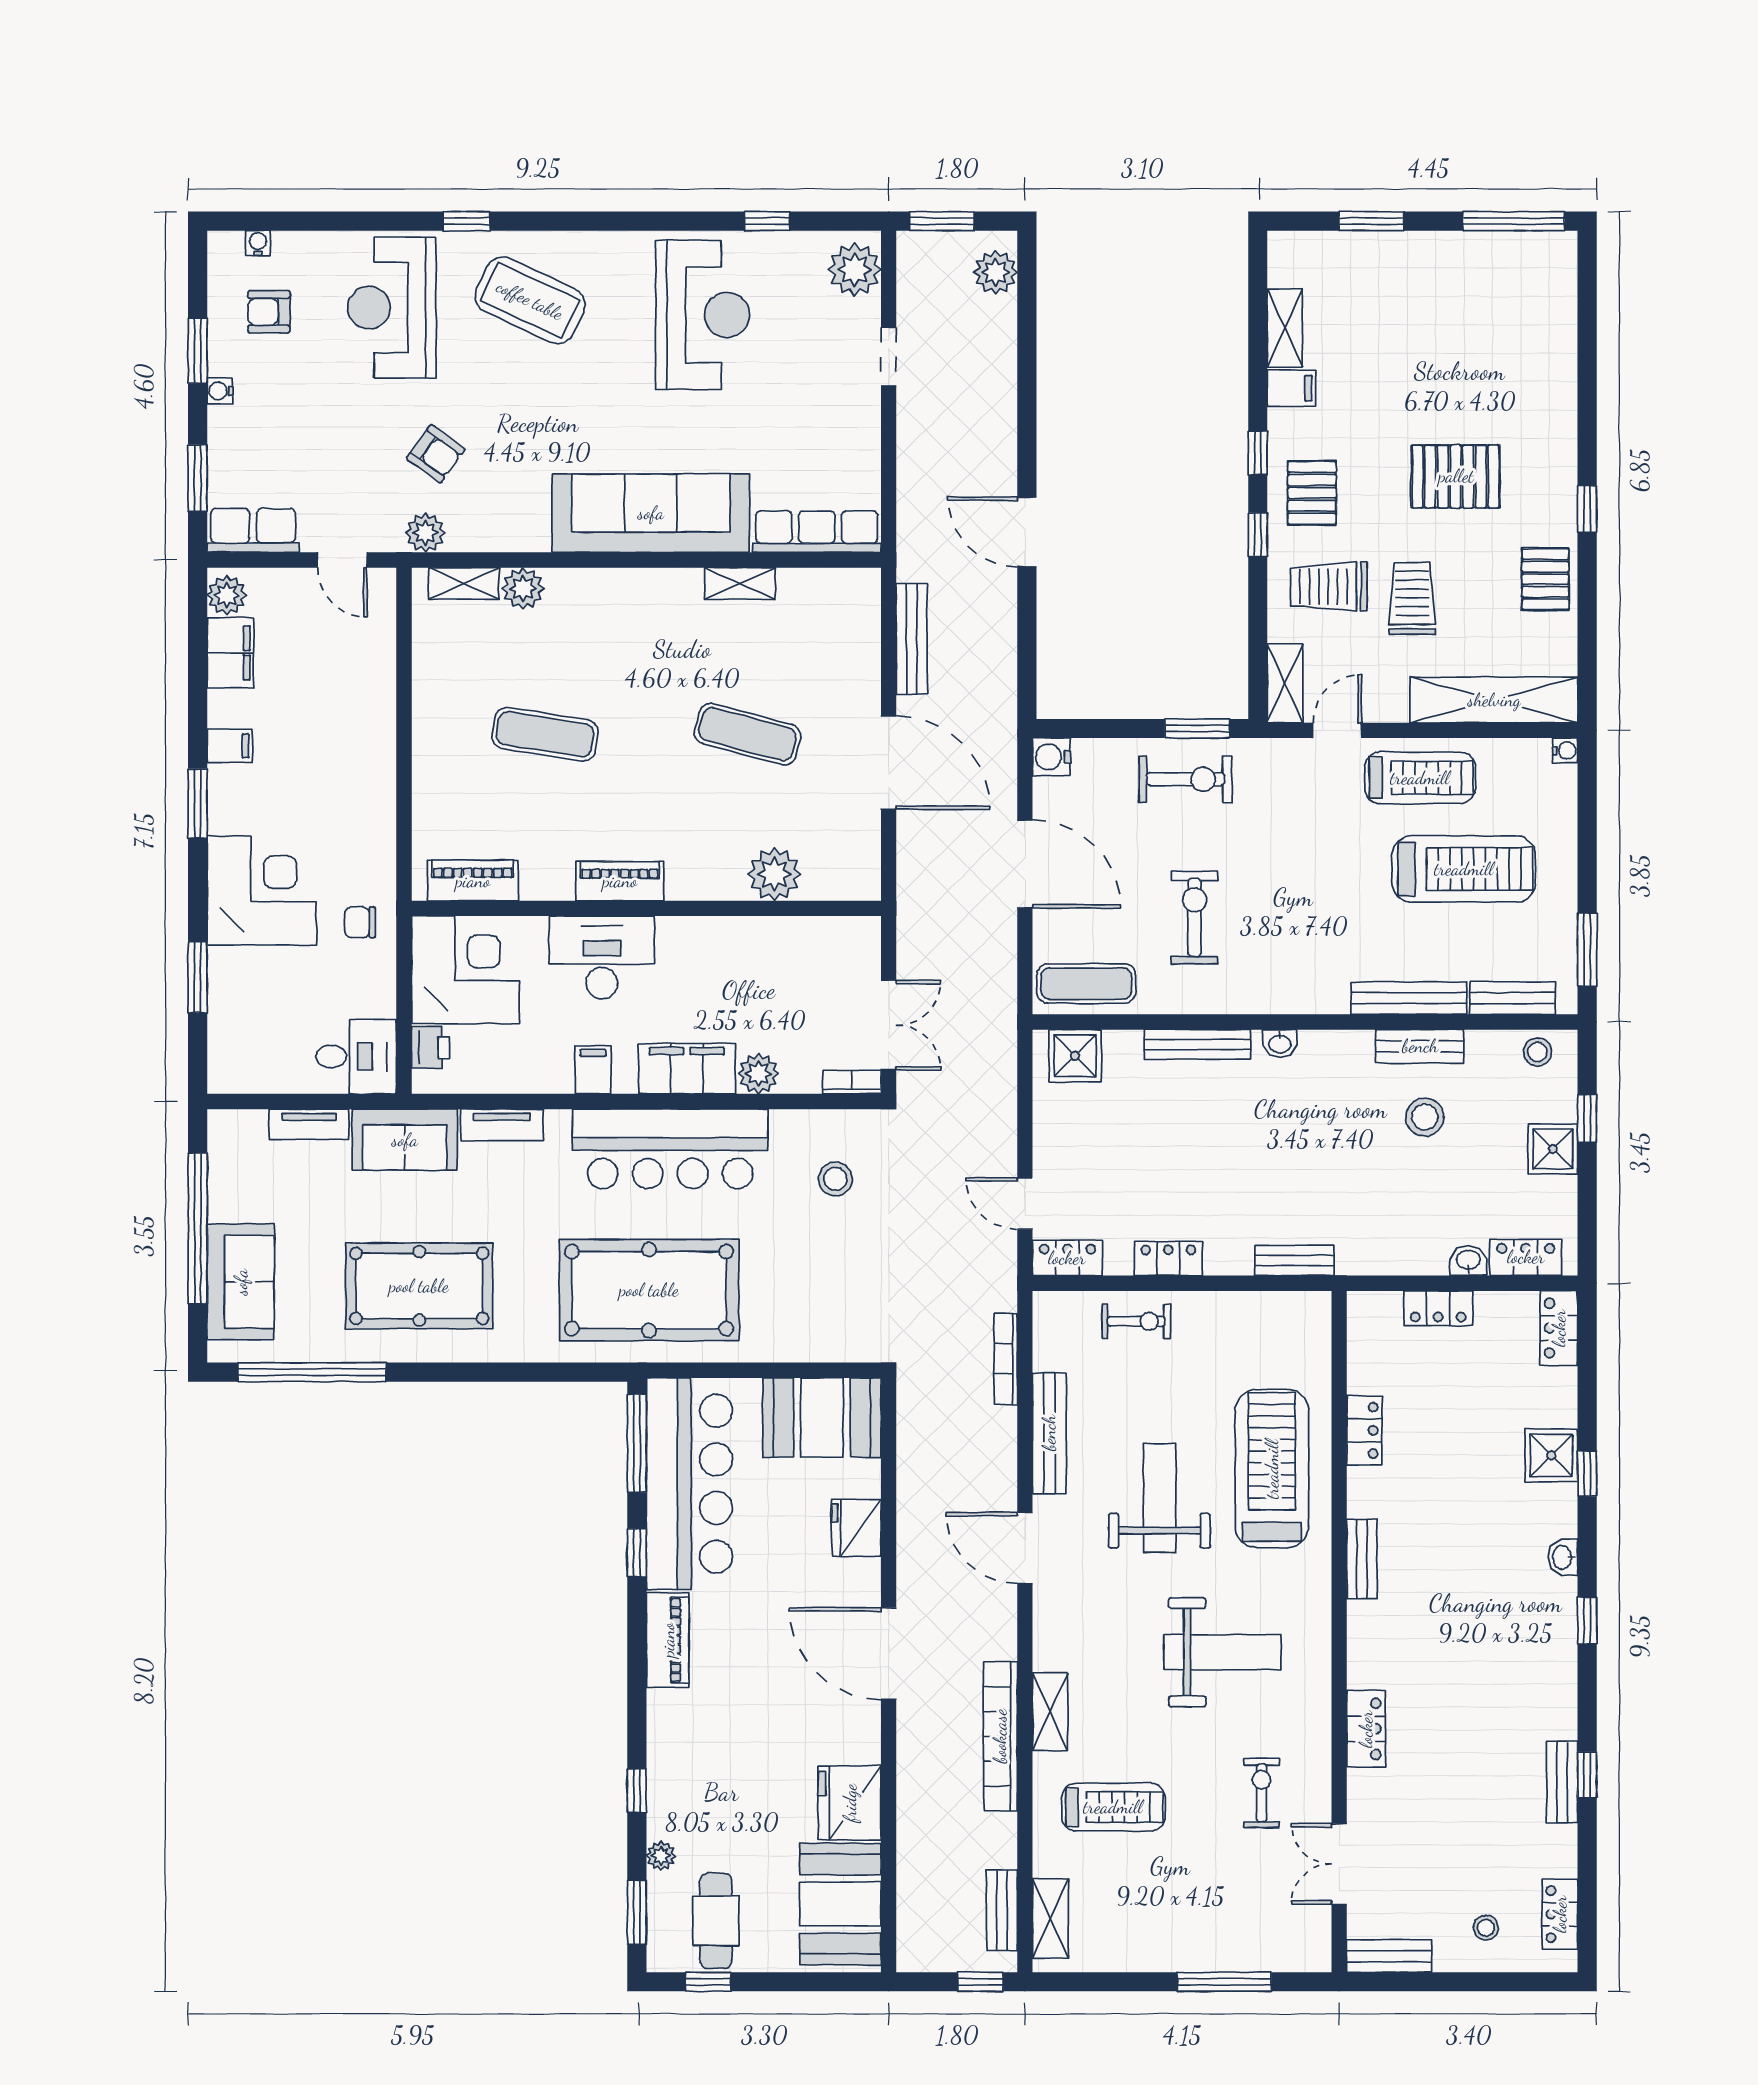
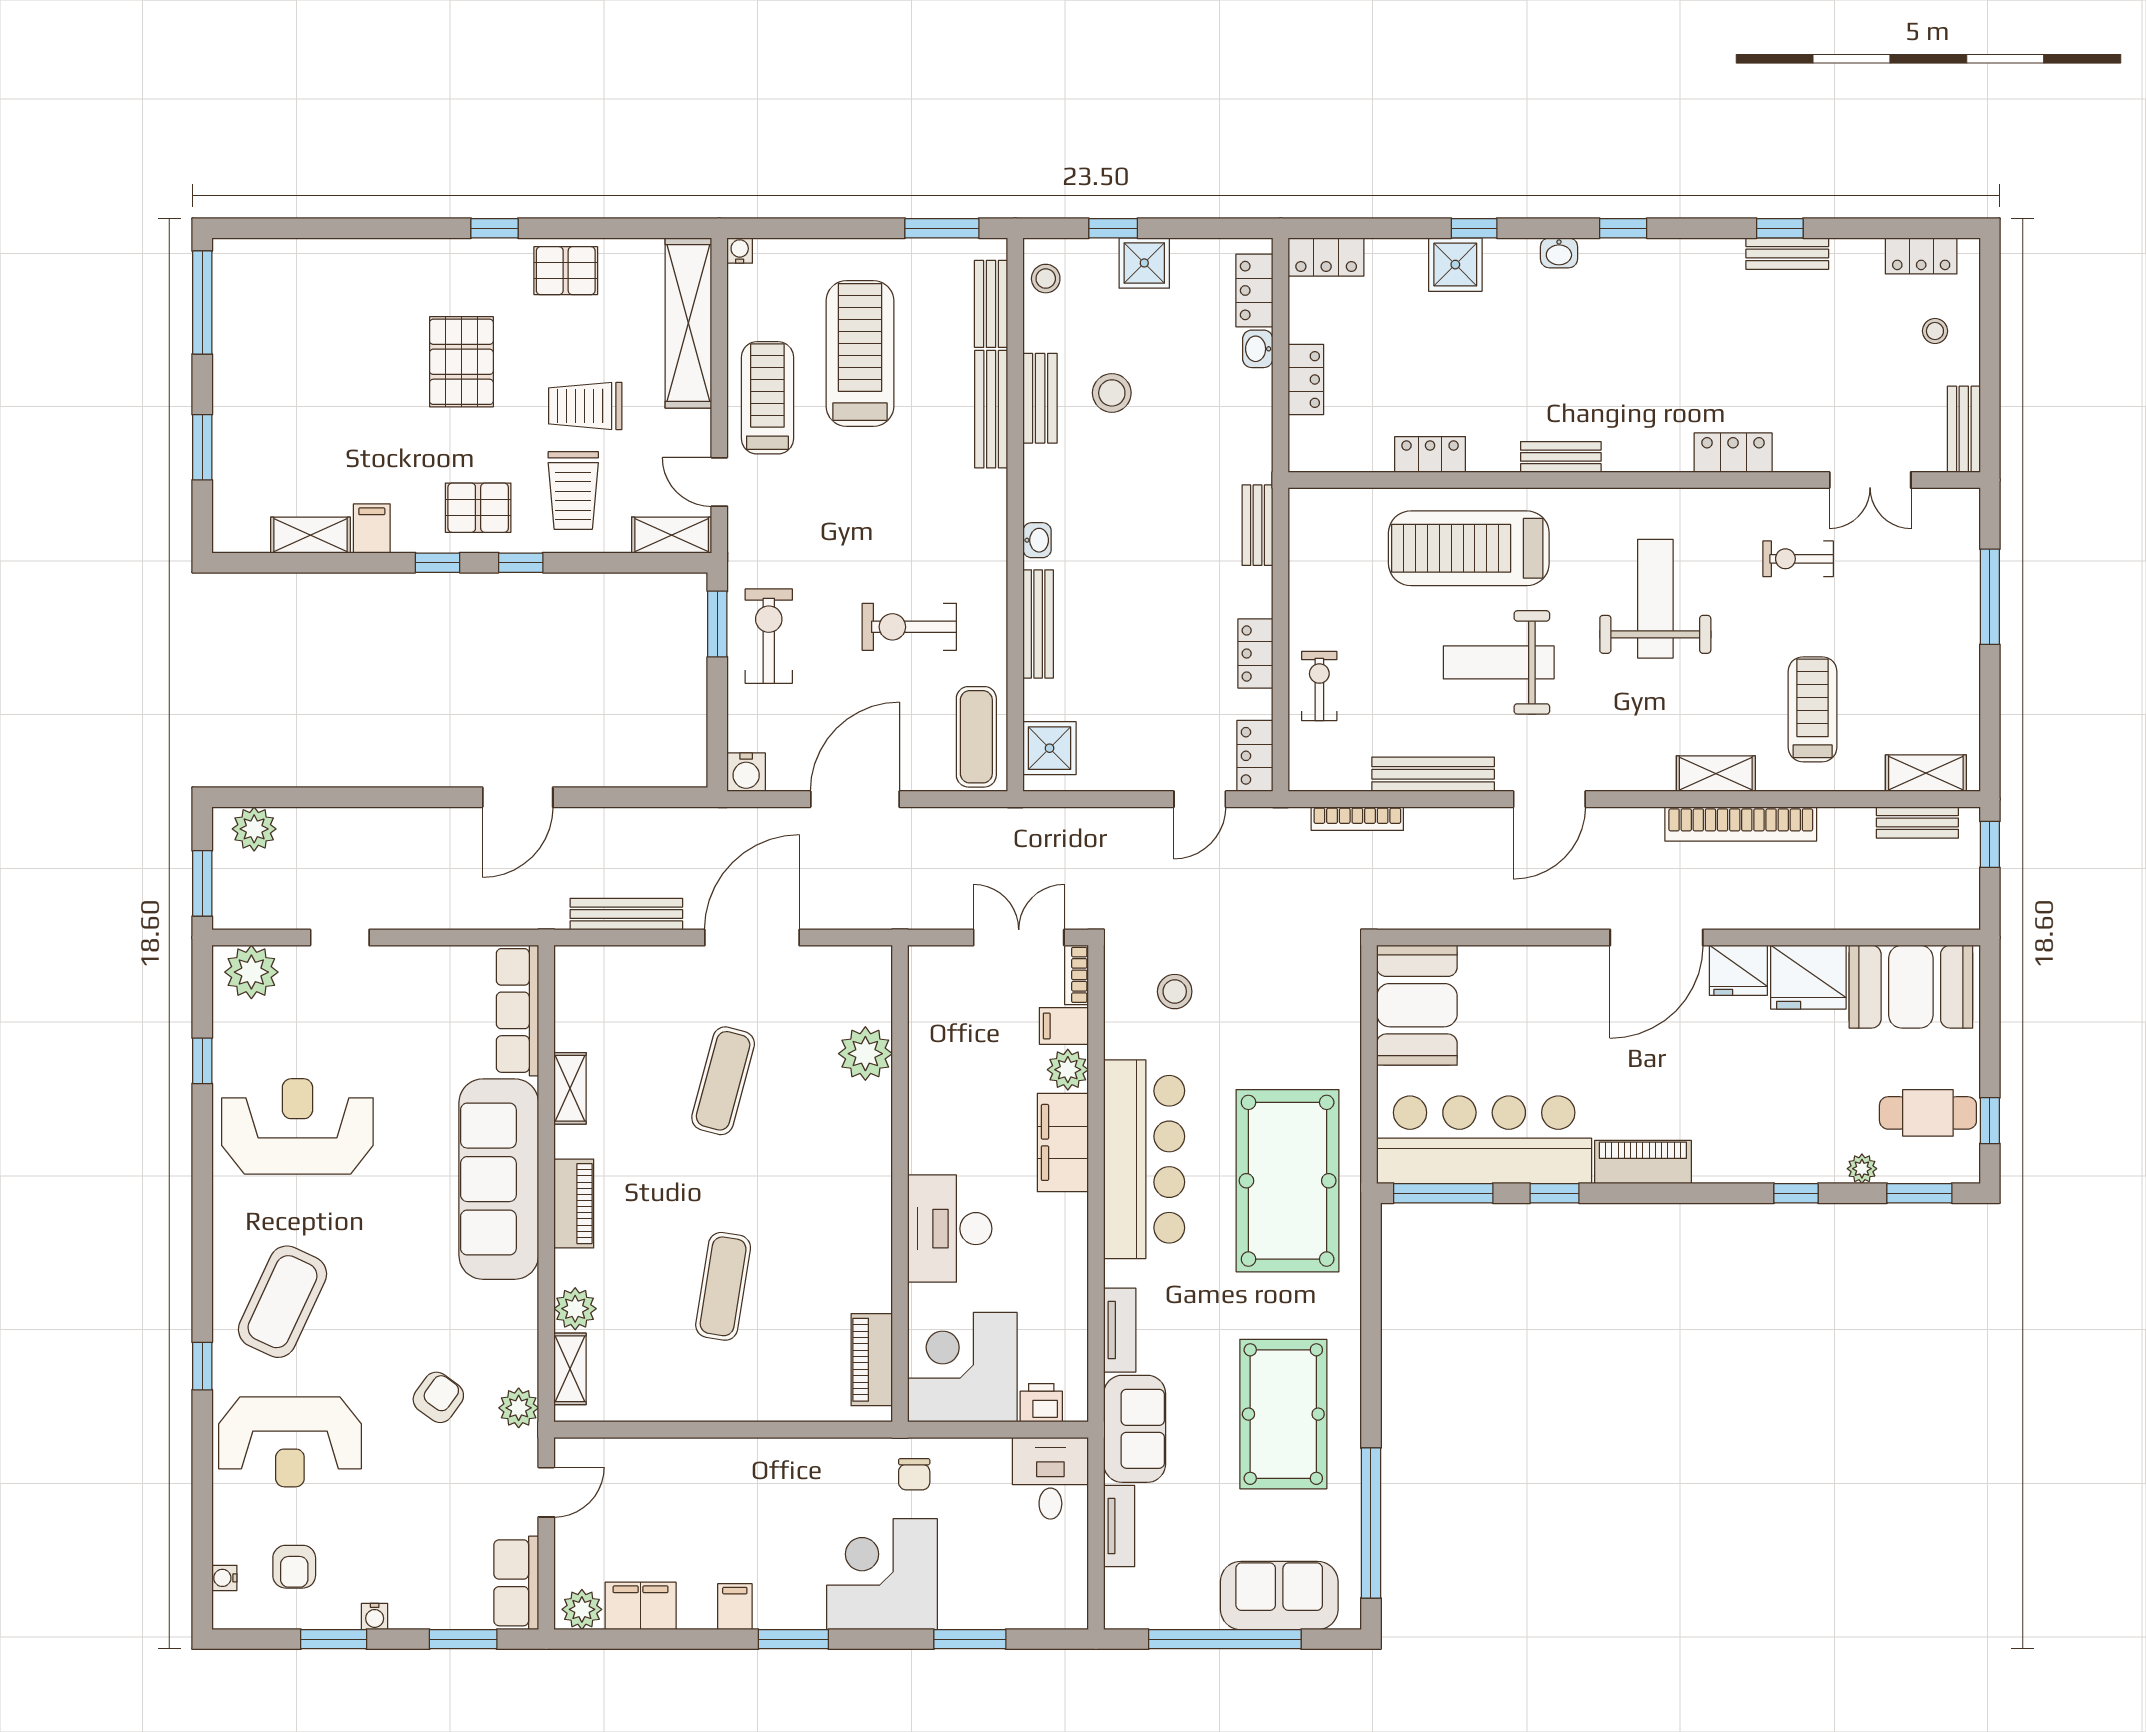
piano: (620, 881) -> (574, 1204), moved, turned 180
filing cabinet: (593, 1070) -> (1064, 1026), moved
fridge: (856, 1528) -> (1738, 970), moved

